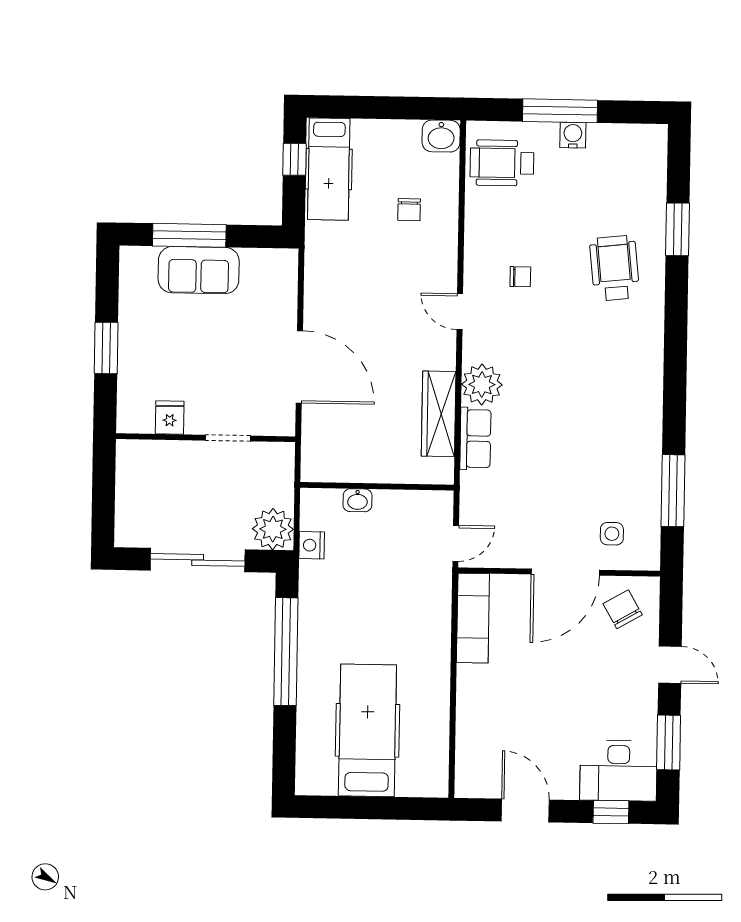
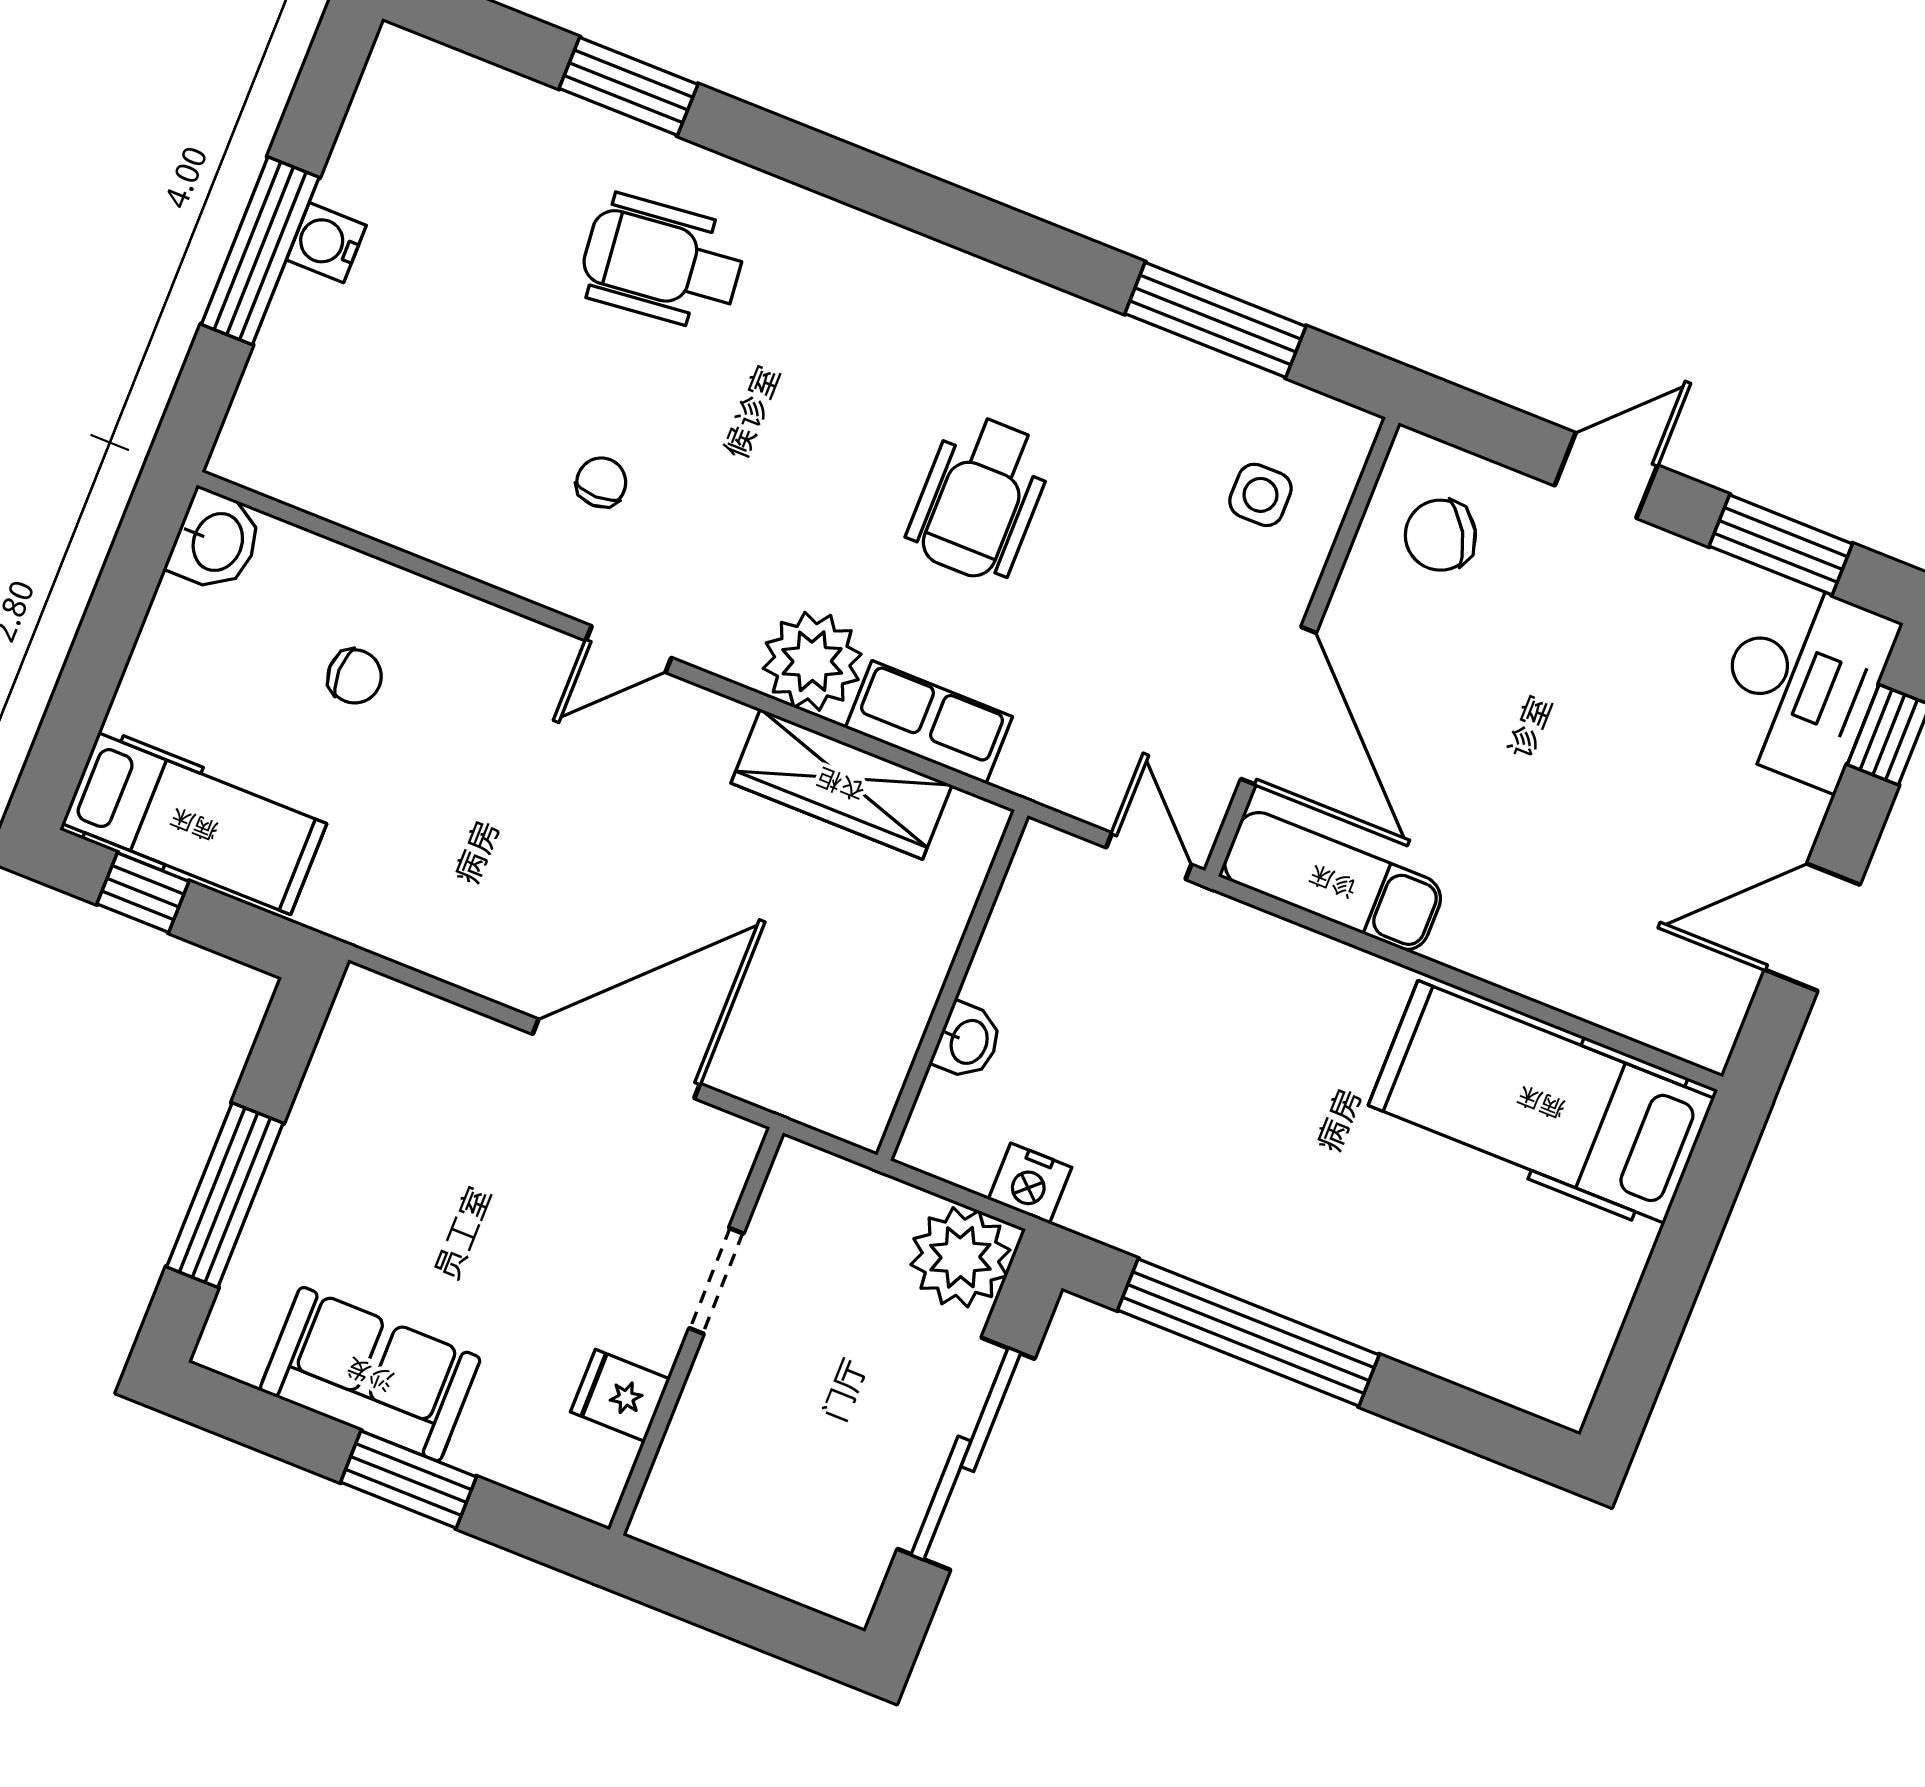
wheelchair: (502, 163) -> (980, 498), moved
sofa: (199, 270) -> (370, 1374), moved, turned -90
door: (565, 572) -> (1278, 706), moved
hospital bed: (367, 730) -> (1541, 1102), moved

